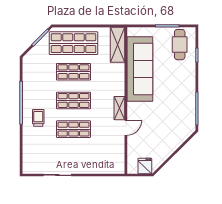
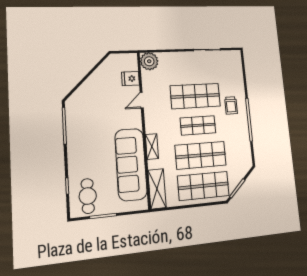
shop shelf: (73, 72) -> (201, 155), width x1.43, depth x1.36
shelving: (119, 108) -> (152, 146), moved
shop shelf: (73, 129) -> (195, 96), width x1.43, depth x1.36
plant: (116, 165) -> (149, 61), added
fridge: (145, 166) -> (130, 79), moved, turned 90

